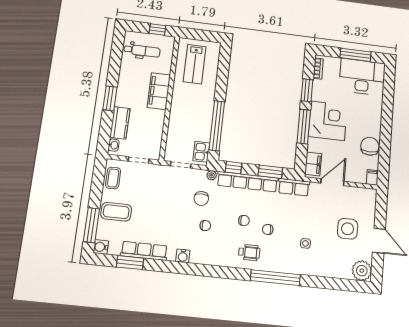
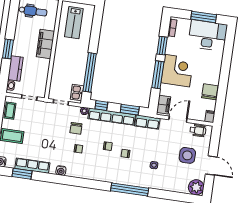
wheelchair: (249, 252) -> (198, 131), moved

